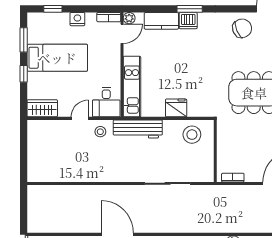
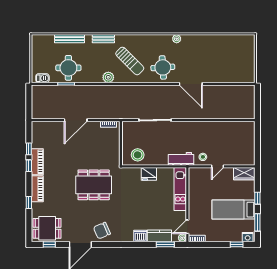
window: (190, 9) -> (165, 244), moved
nightstand: (77, 19) -> (248, 237), moved
desk: (106, 102) -> (199, 178), removed
workbench: (138, 129) -> (181, 159), width x0.73

